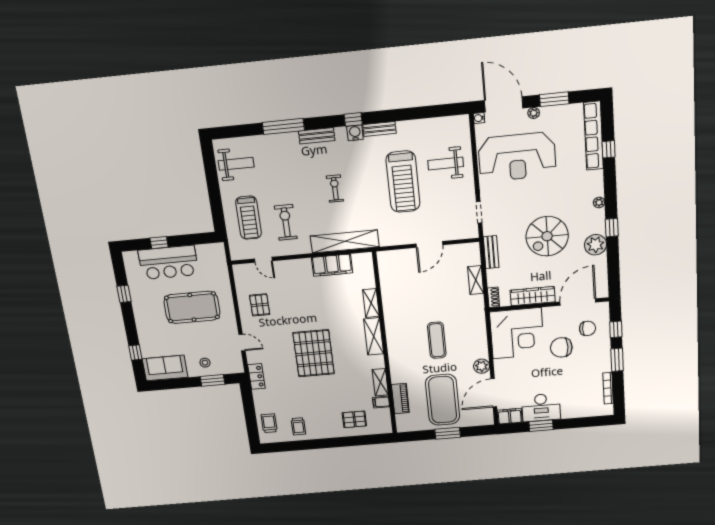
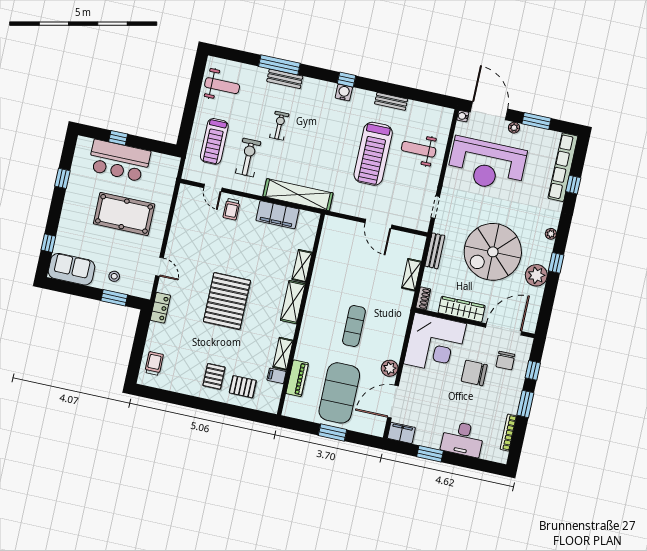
bench: (379, 129) -> (391, 101), moved
bench: (317, 136) -> (285, 79), moved
exercise bike: (335, 189) -> (279, 126), moved
spiral stairs: (547, 236) -> (493, 252), width x1.37, depth x1.37
door: (429, 244) -> (378, 224), hinge flipped
pallet: (260, 305) -> (214, 376), moved
chair: (588, 328) -> (505, 361), turned 89
desk: (541, 408) -> (463, 439), moved
trolley: (298, 426) -> (231, 209), moved

